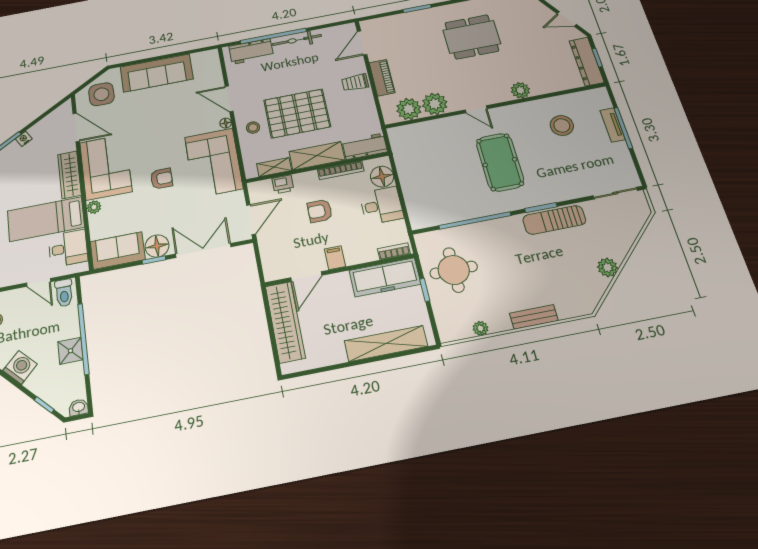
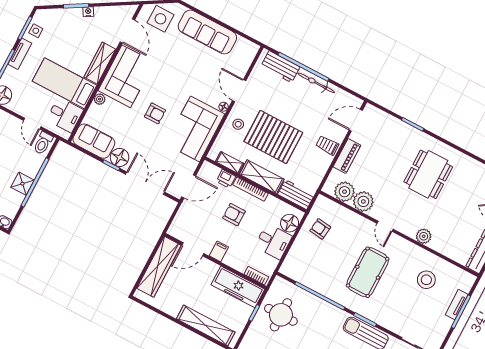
dining table: (472, 37) -> (428, 174), turned 90
armchair: (417, 159) -> (320, 229), added
bookcase: (341, 170) -> (250, 189), moved

